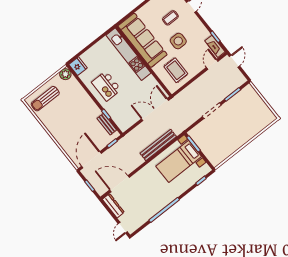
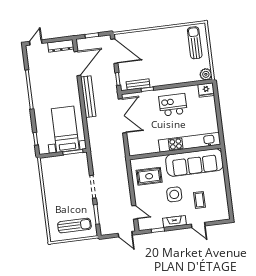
fireplace: (215, 46) -> (174, 222), moved
sun lounger: (252, 107) -> (74, 226), added
double door: (155, 110) -> (122, 116), moved
bench: (158, 145) -> (88, 97), moved
door: (123, 228) -> (36, 42), hinge flipped

